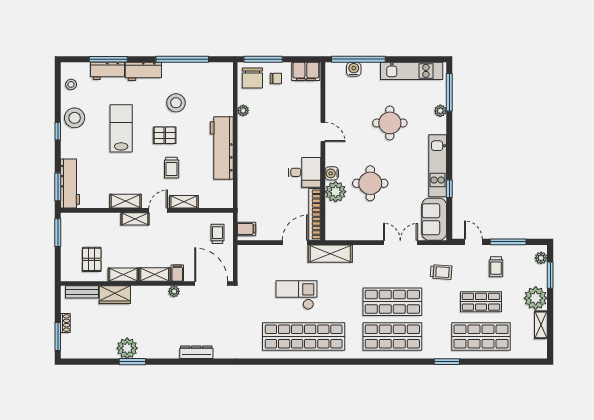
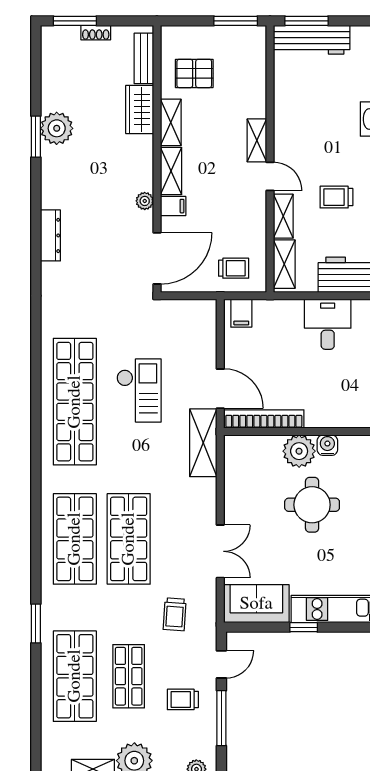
desk: (305, 172) -> (328, 324), moved, turned 180
shelving: (126, 201) -> (284, 264), moved

